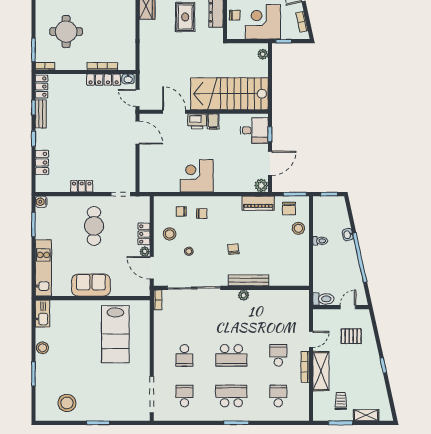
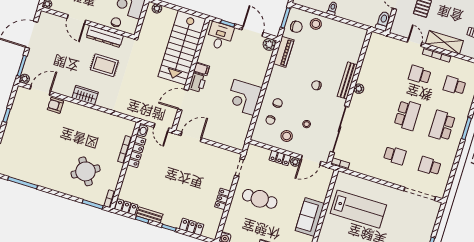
round table: (66, 32) -> (86, 171), turned -32
door: (138, 98) -> (161, 128), hinge flipped

